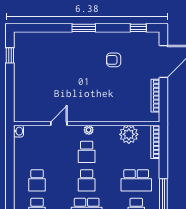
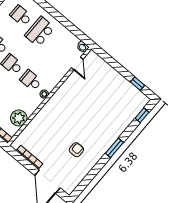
window: (138, 28) -> (142, 115), moved
door: (59, 124) -> (77, 63), moved
school desk: (37, 180) -> (40, 32), width x1.85

